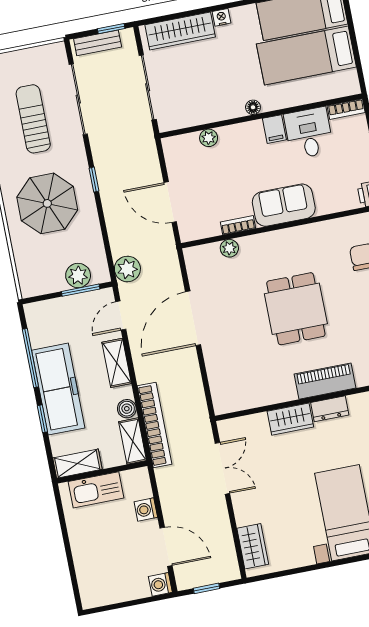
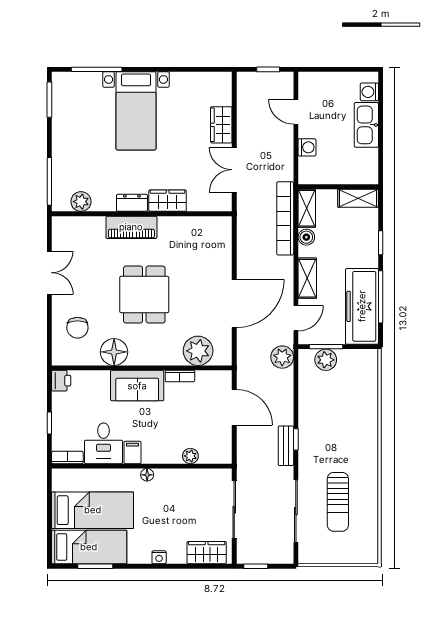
wardrobe: (180, 31) -> (207, 553), width x0.67
bench: (98, 43) -> (286, 446), moved, turned 90
parasol: (47, 203) -> (340, 427), removed
floor lamp: (317, 238) -> (114, 352), added
plant: (229, 248) -> (198, 351), width x1.88, depth x1.88
freezer: (58, 389) -> (362, 306), moved
kitchen sink: (96, 490) -> (366, 125), moved, turned -90
wardrobe: (253, 546) -> (221, 125), moved
door: (166, 547) -> (296, 112), width x0.73
washing machine: (160, 584) -> (369, 92), moved, turned 180

